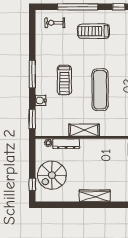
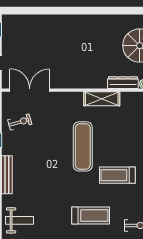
treadmill: (64, 80) -> (117, 175), moved, turned -90
wardrobe: (95, 196) -> (89, 21), removed

